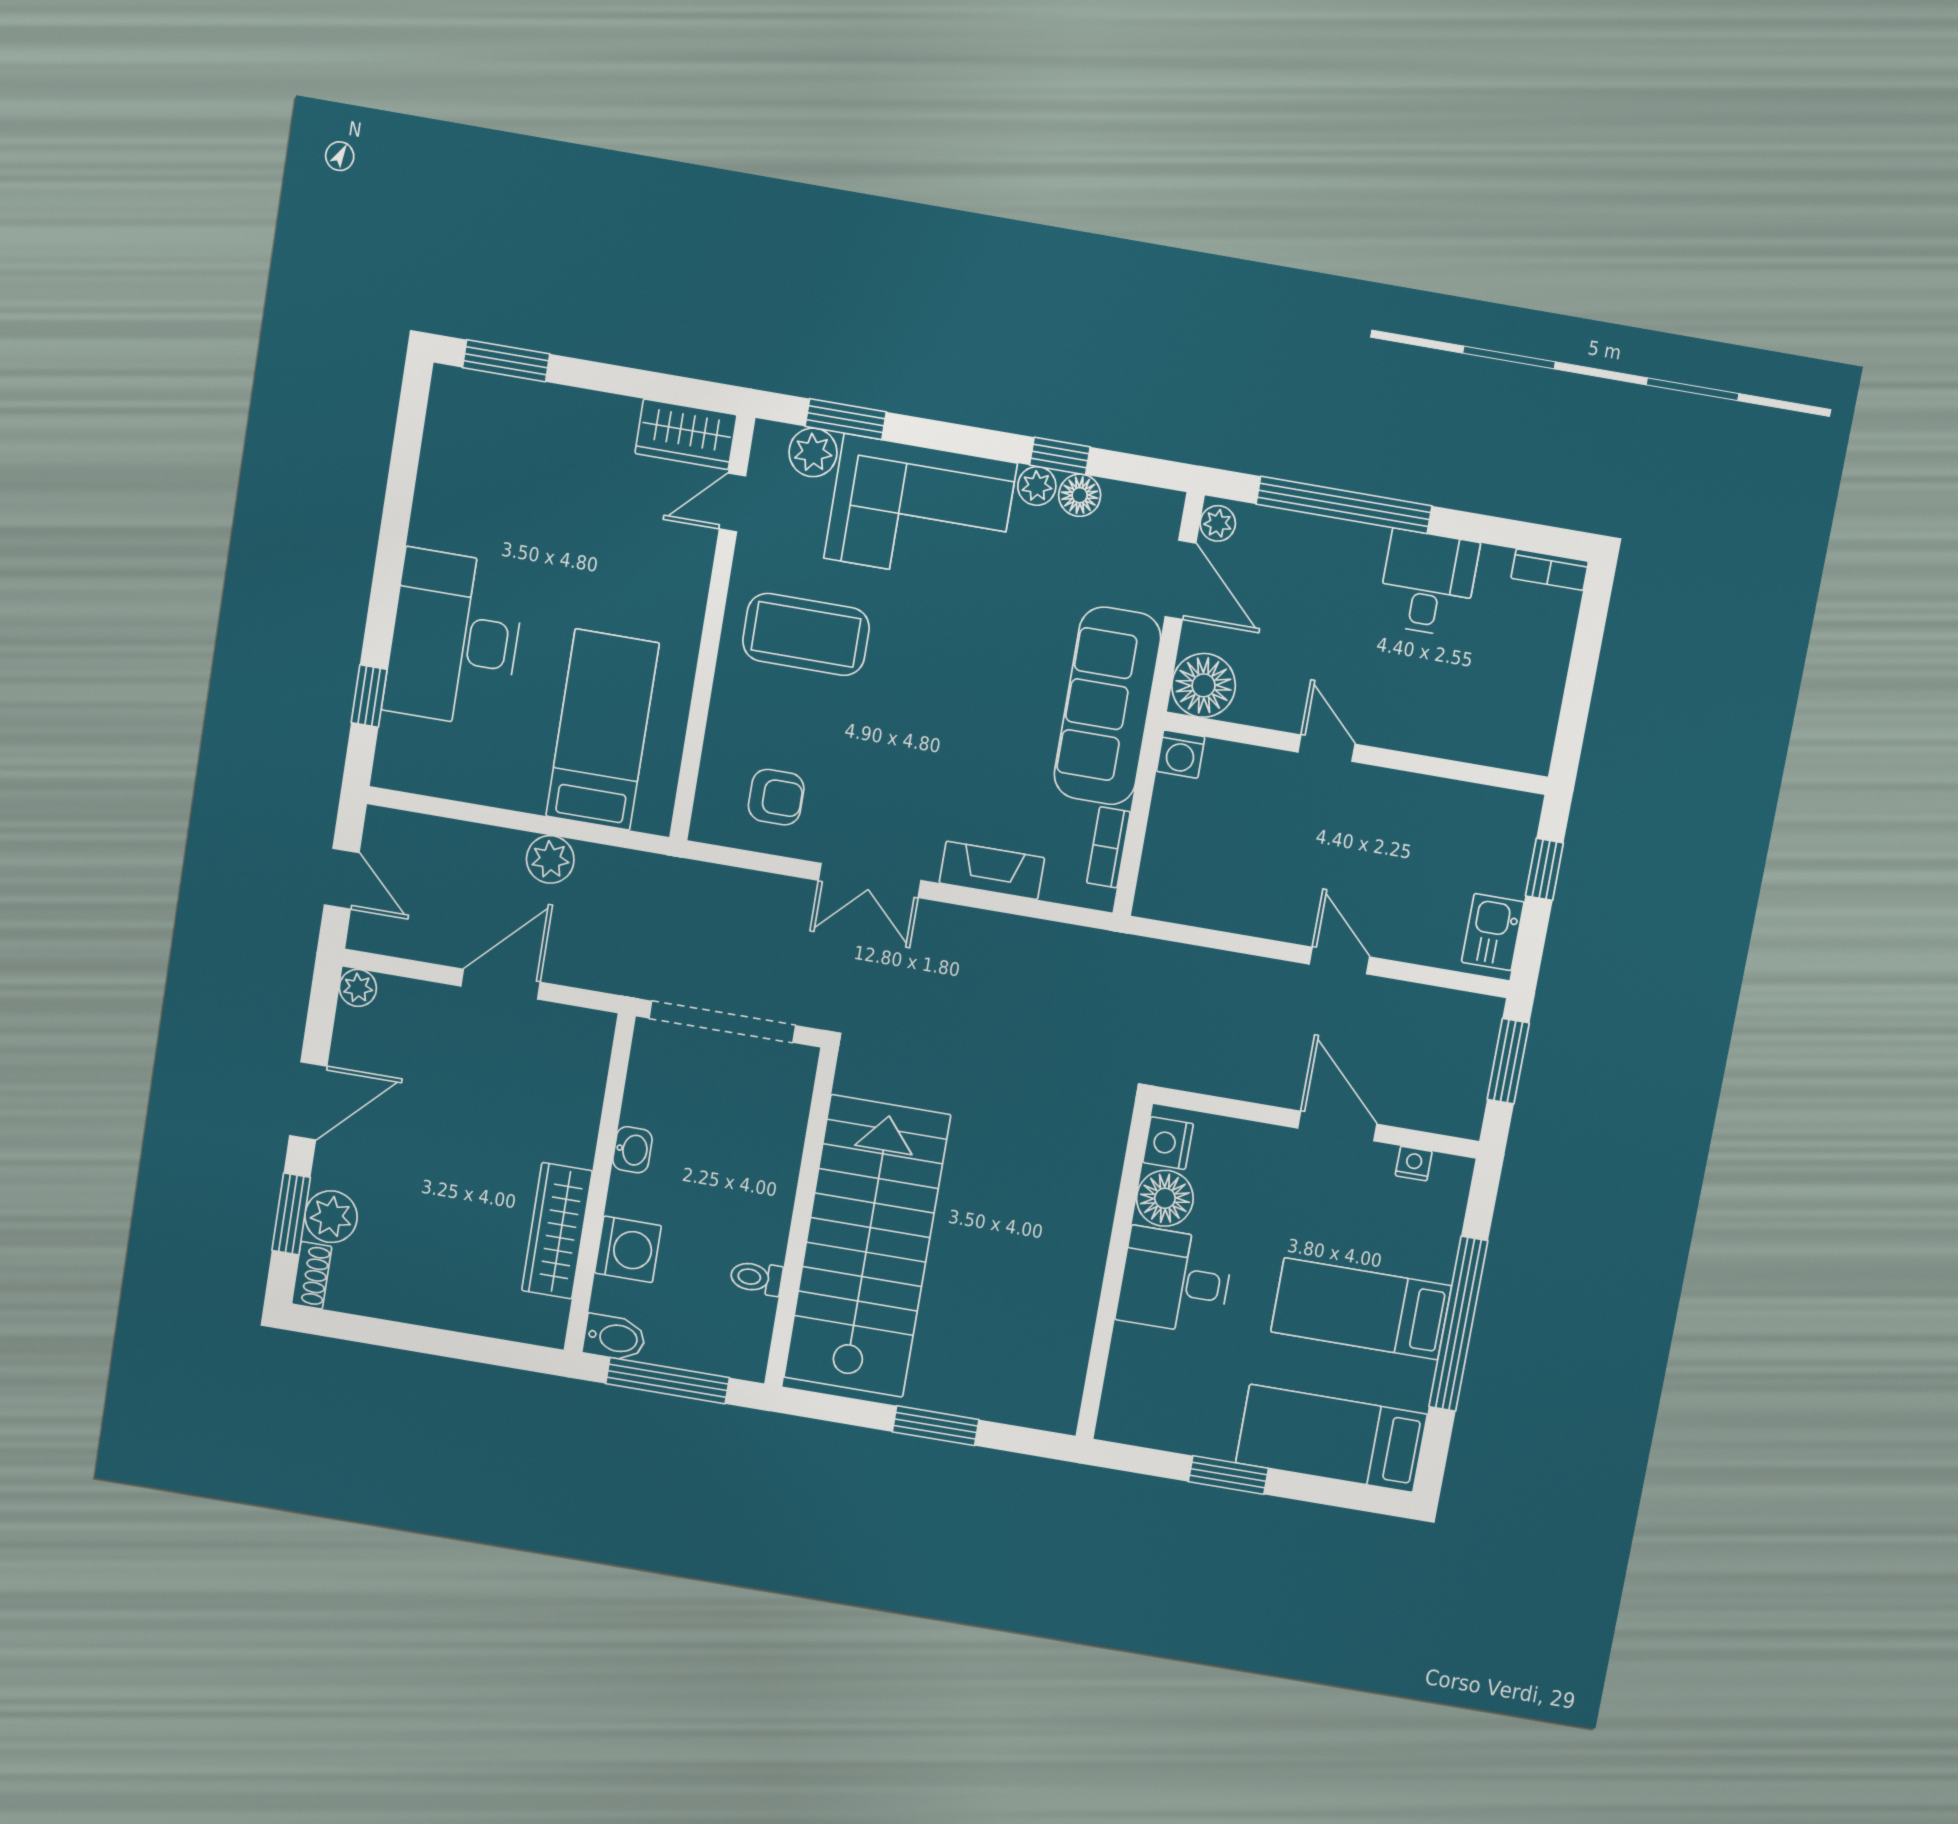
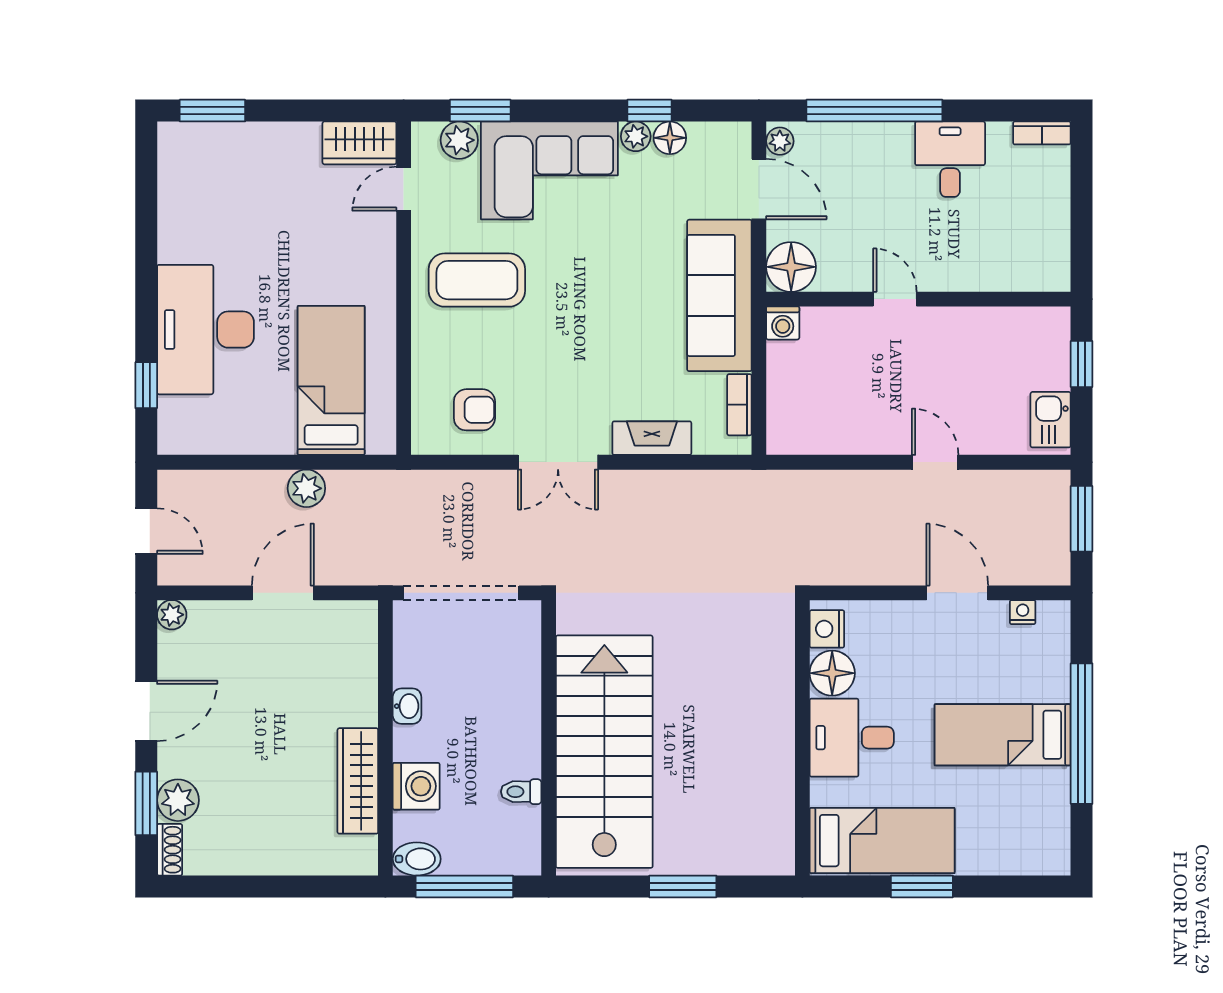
bed: (1331, 1438) -> (882, 841), moved, turned 180

